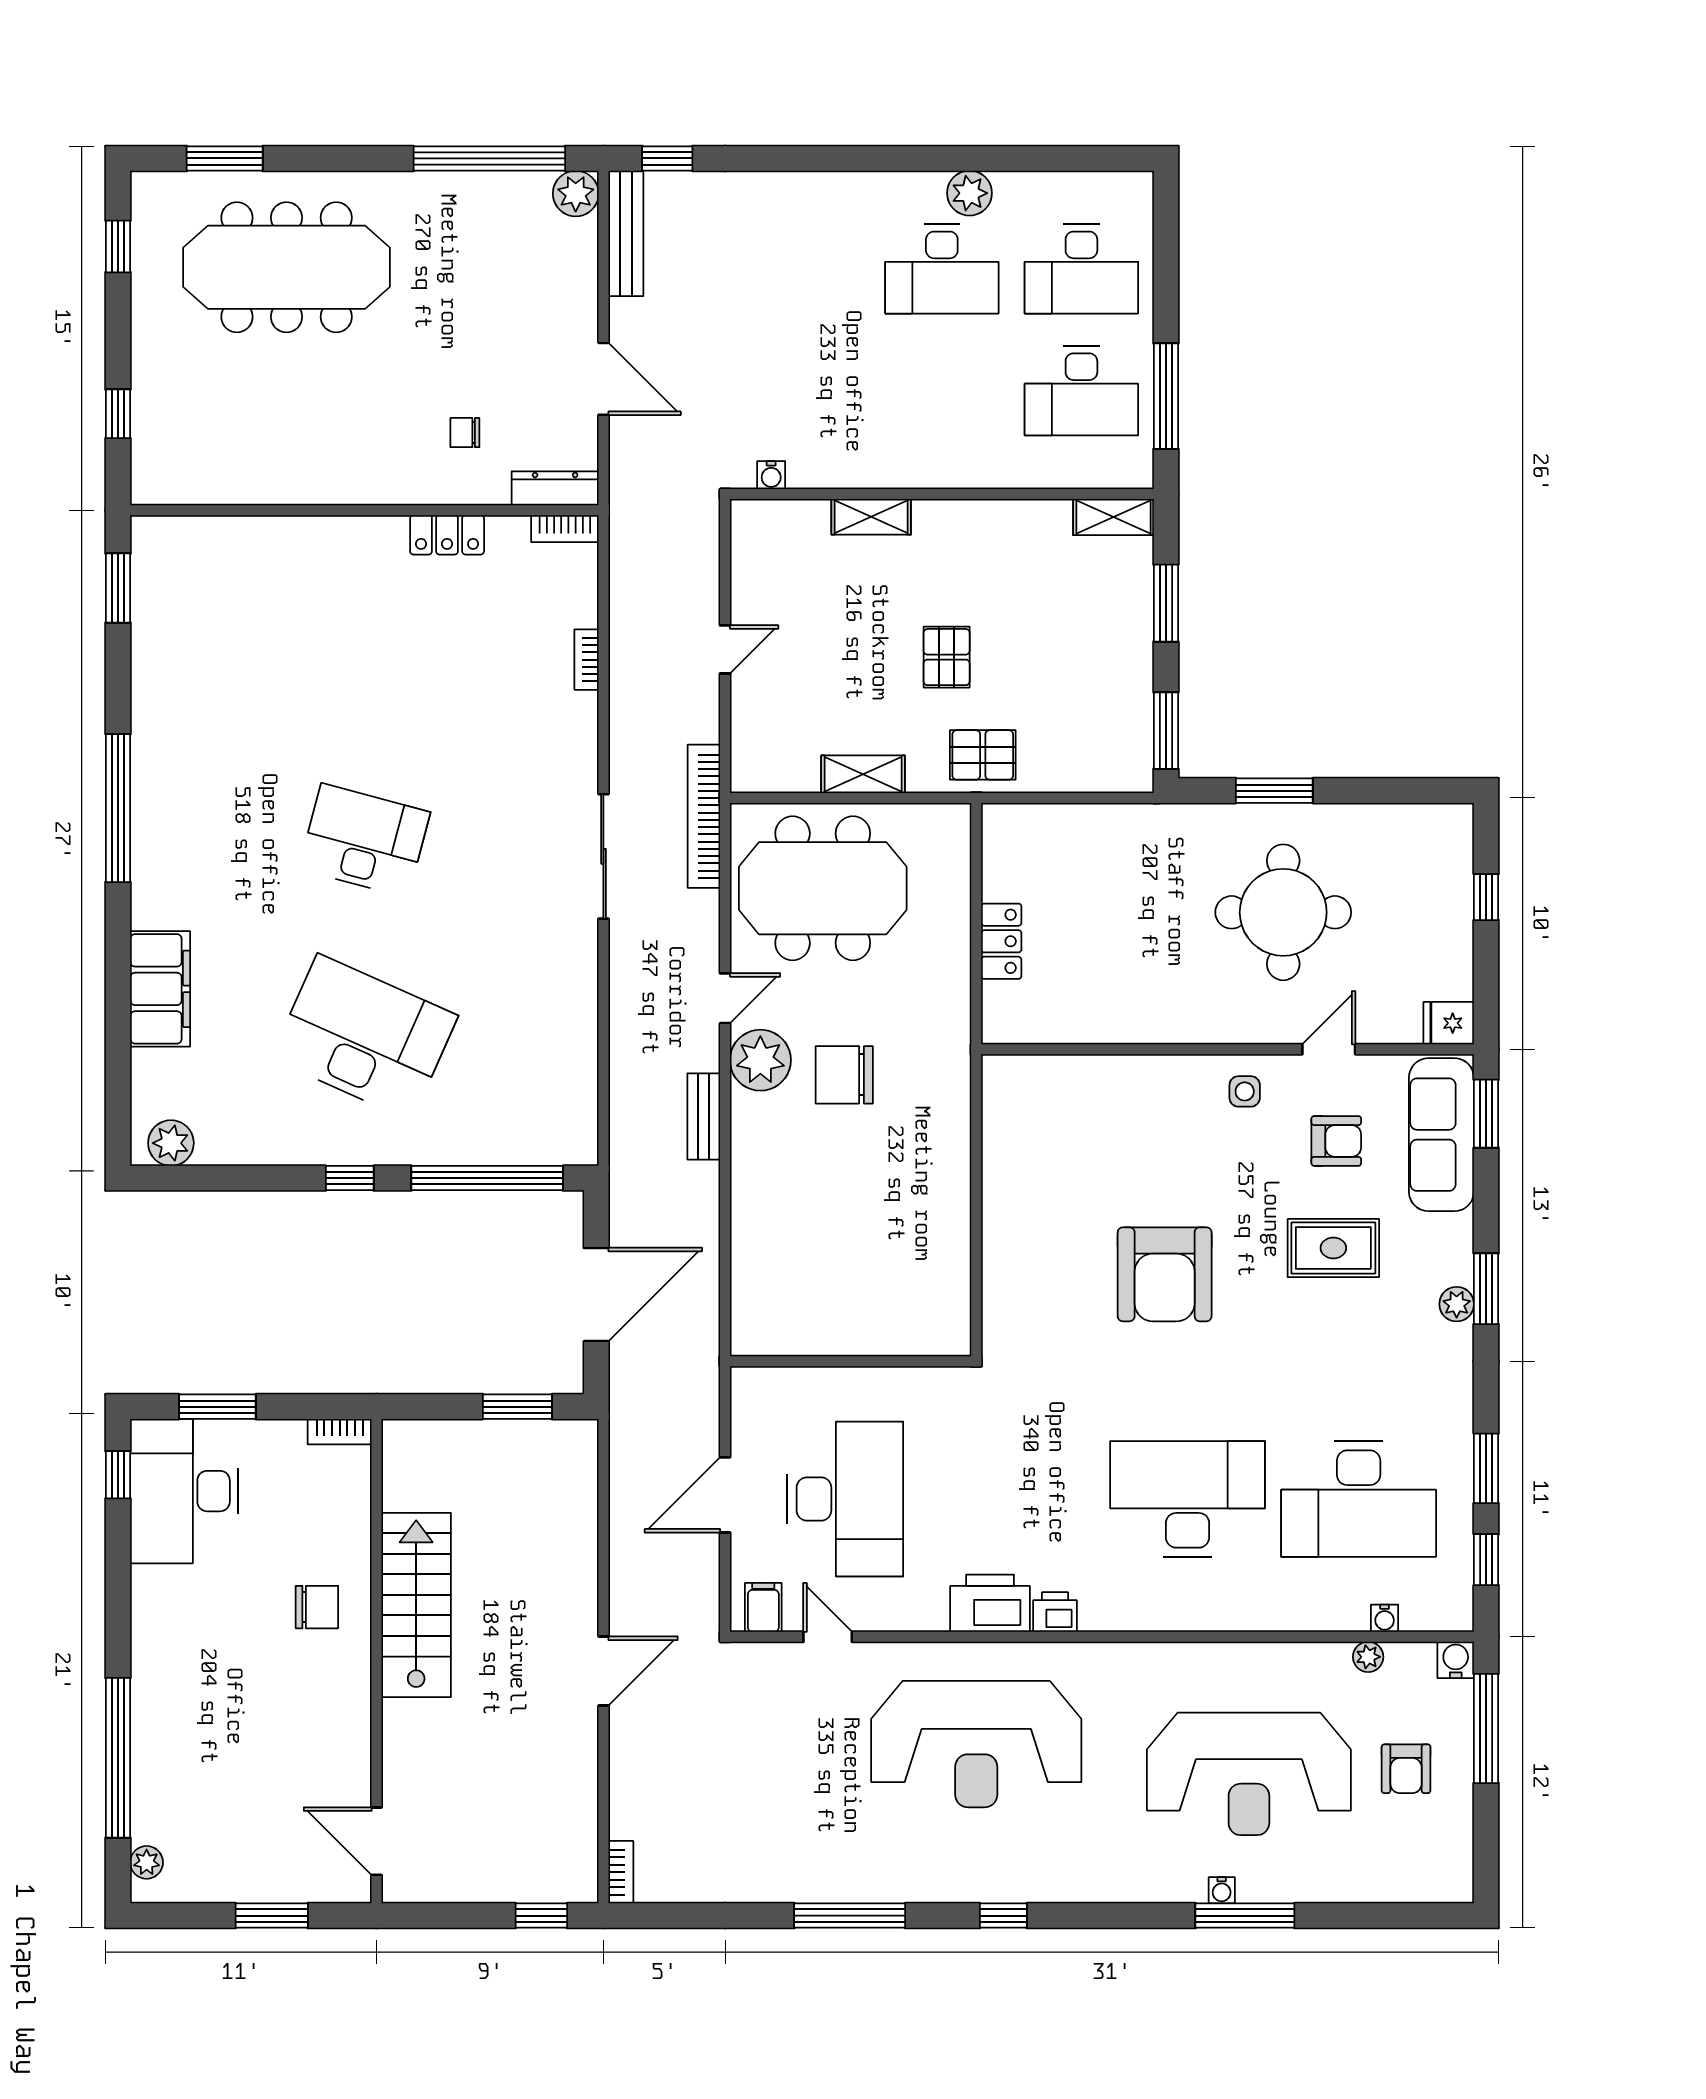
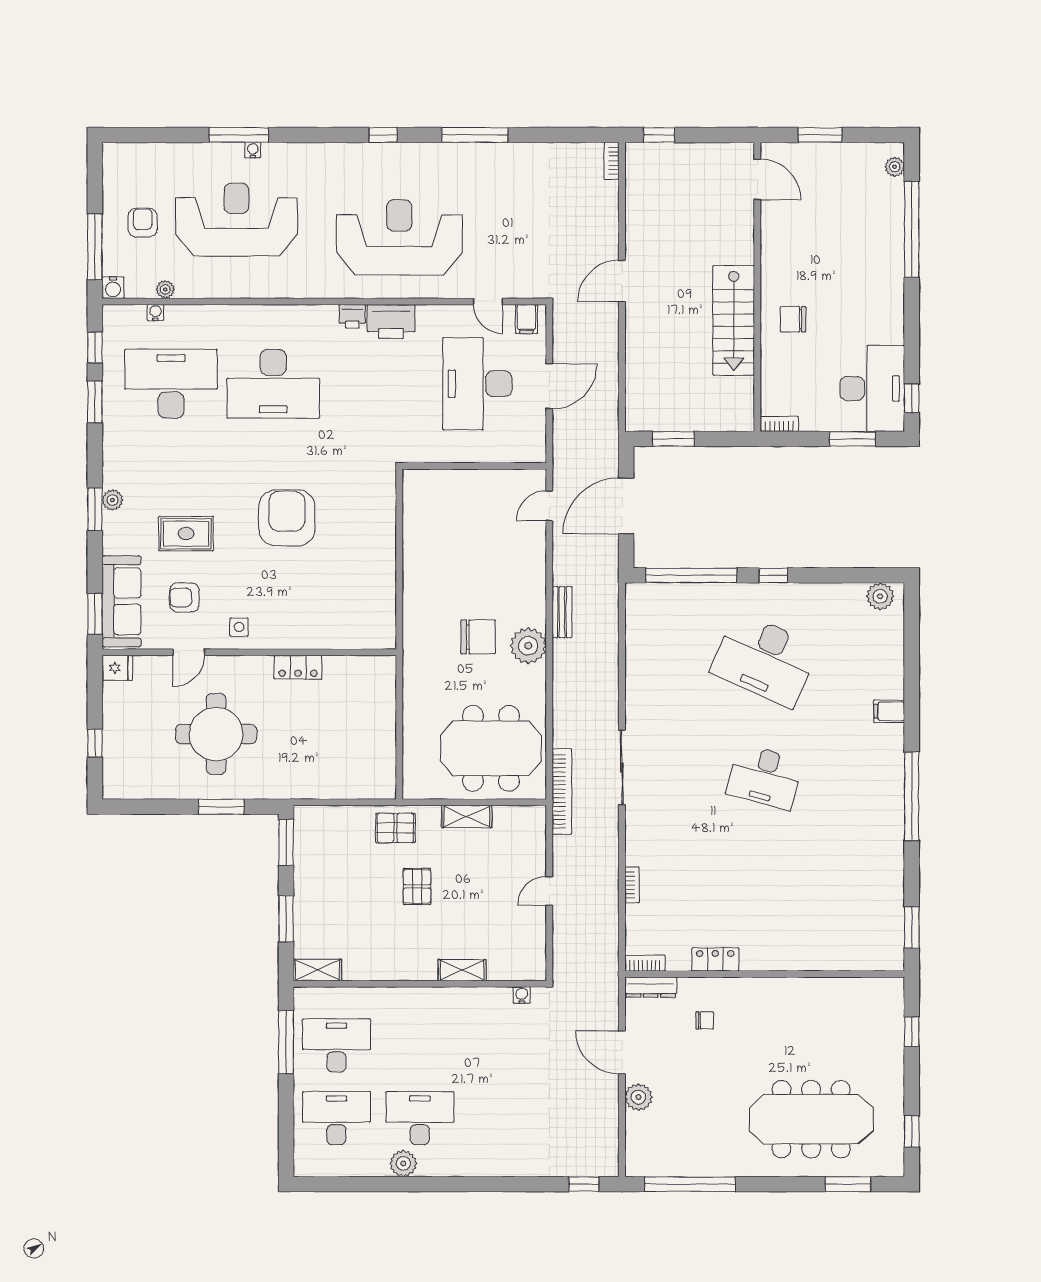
plant: (576, 194) -> (638, 1097), moved
bench: (626, 233) -> (608, 1139), removed
locker: (1001, 941) -> (298, 667), moved, turned -90
filing cabinet: (160, 989) -> (889, 711), width x0.33, depth x0.86
door: (725, 998) -> (549, 506), moved

